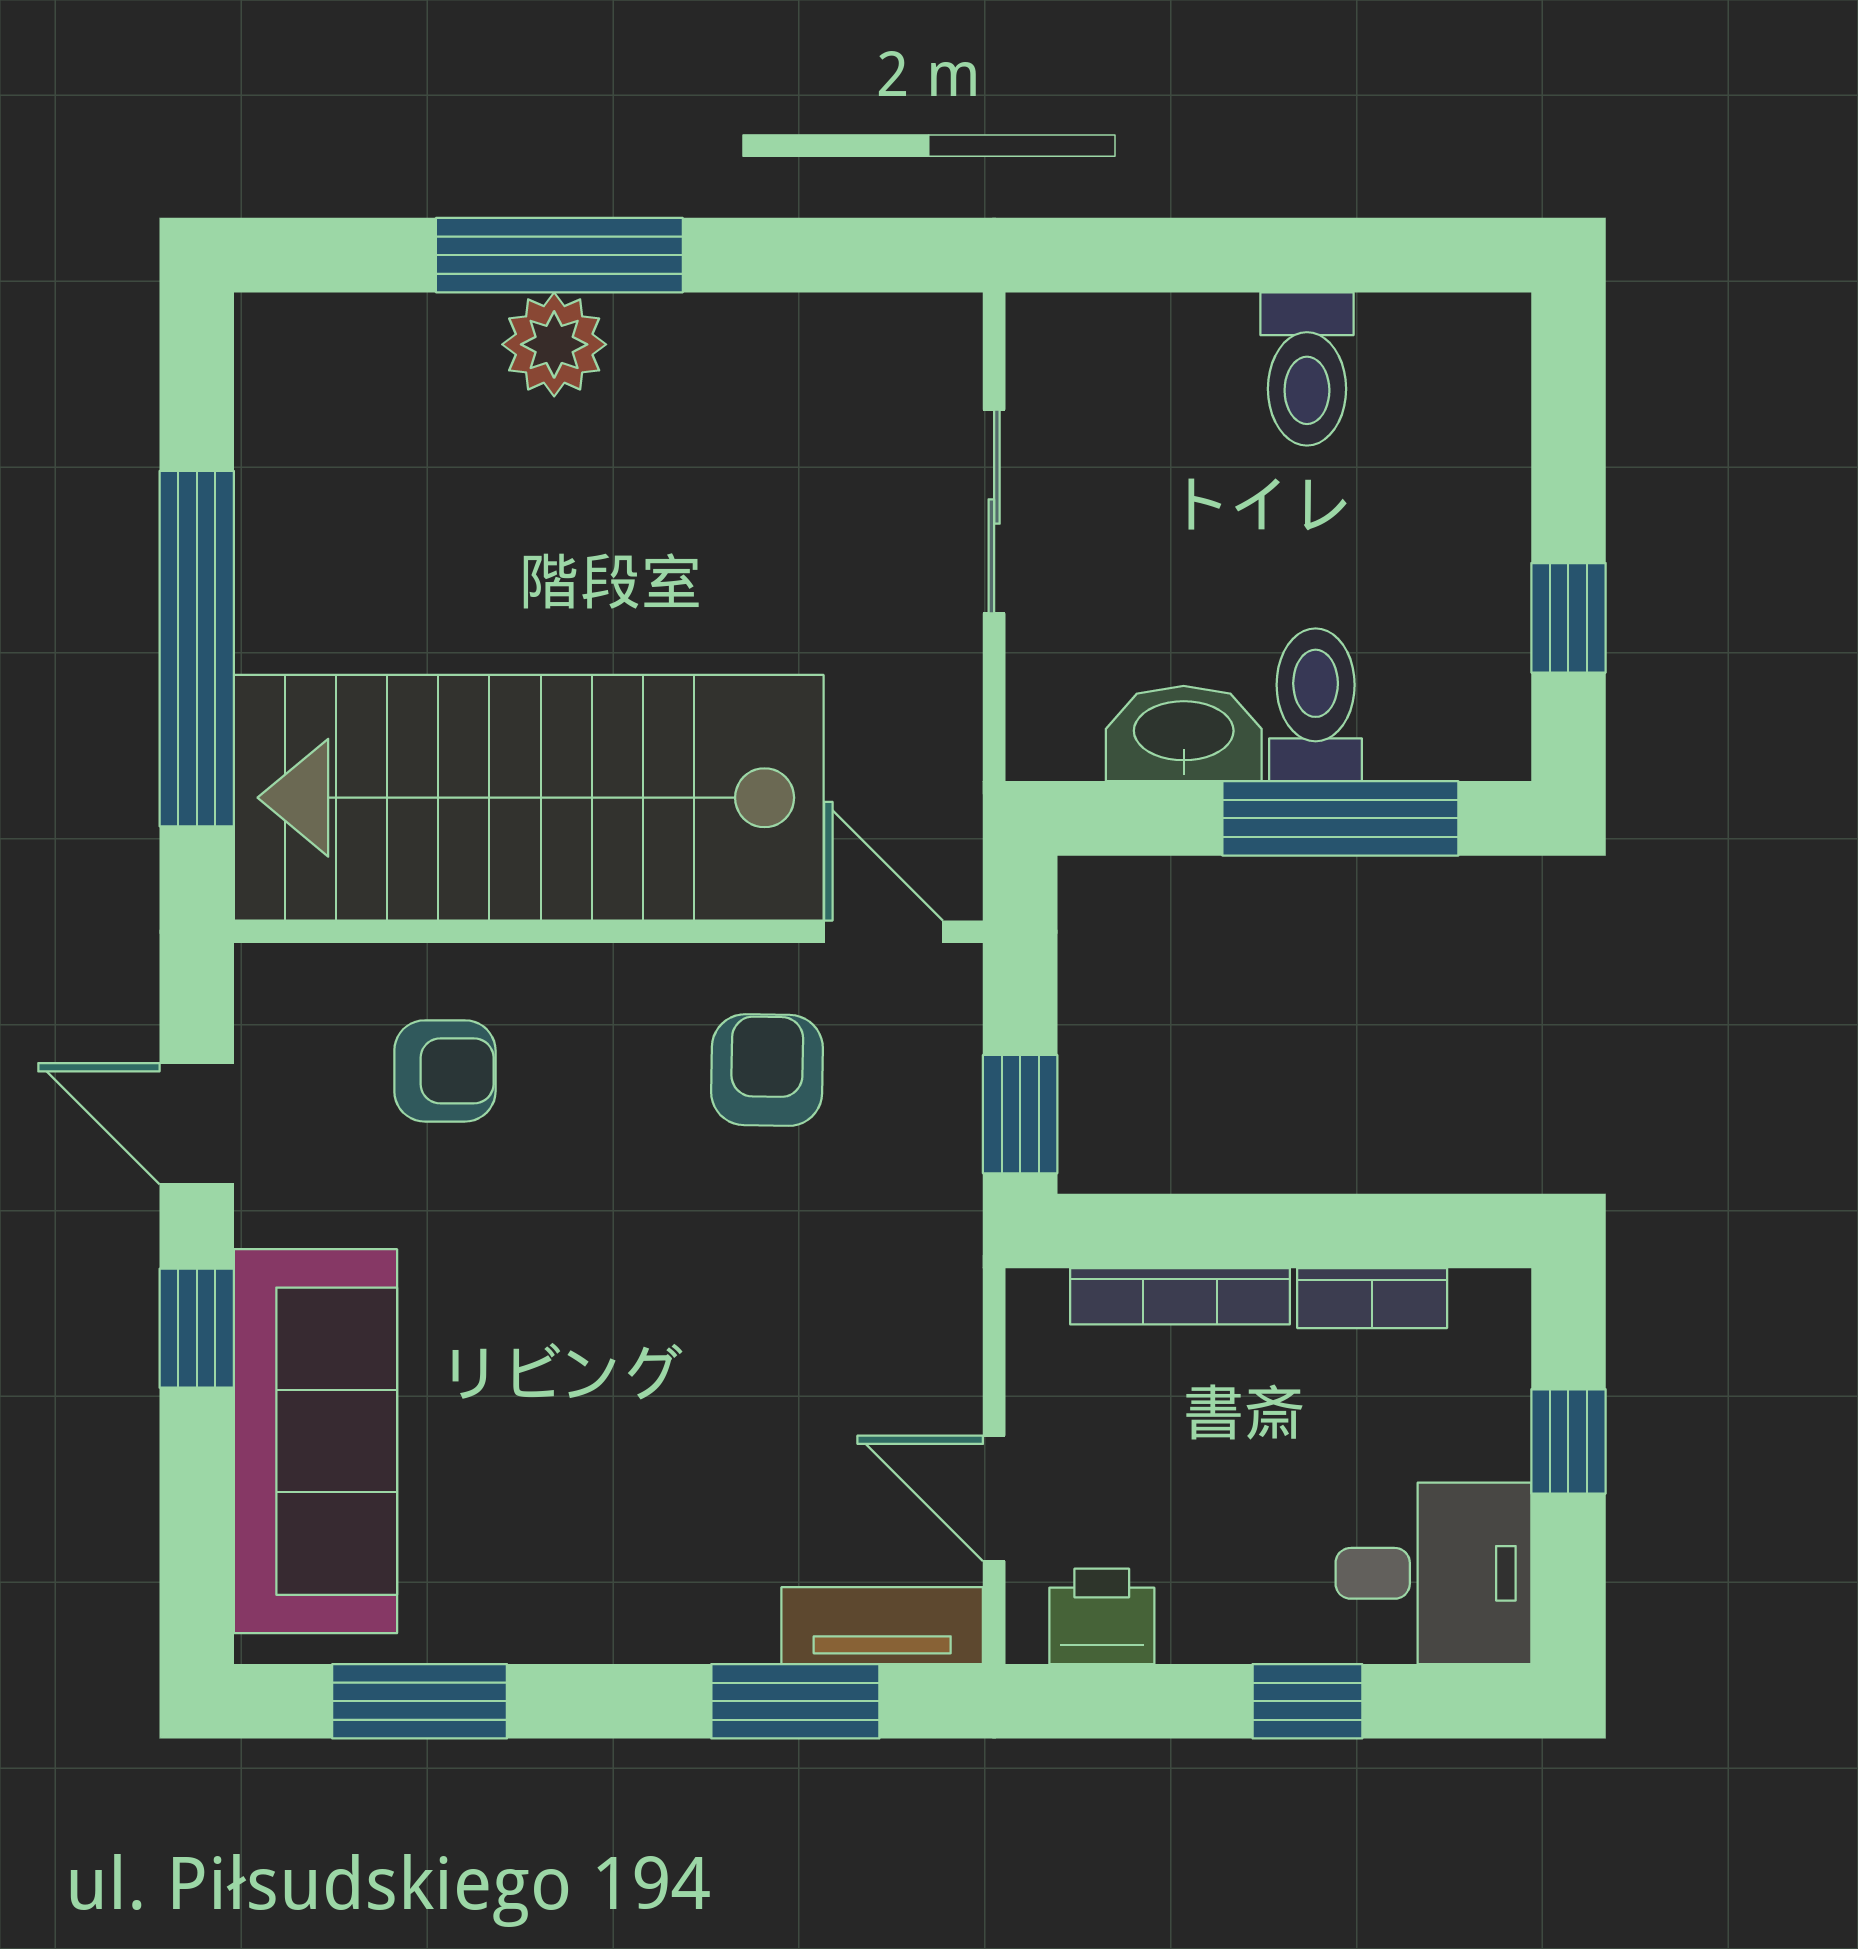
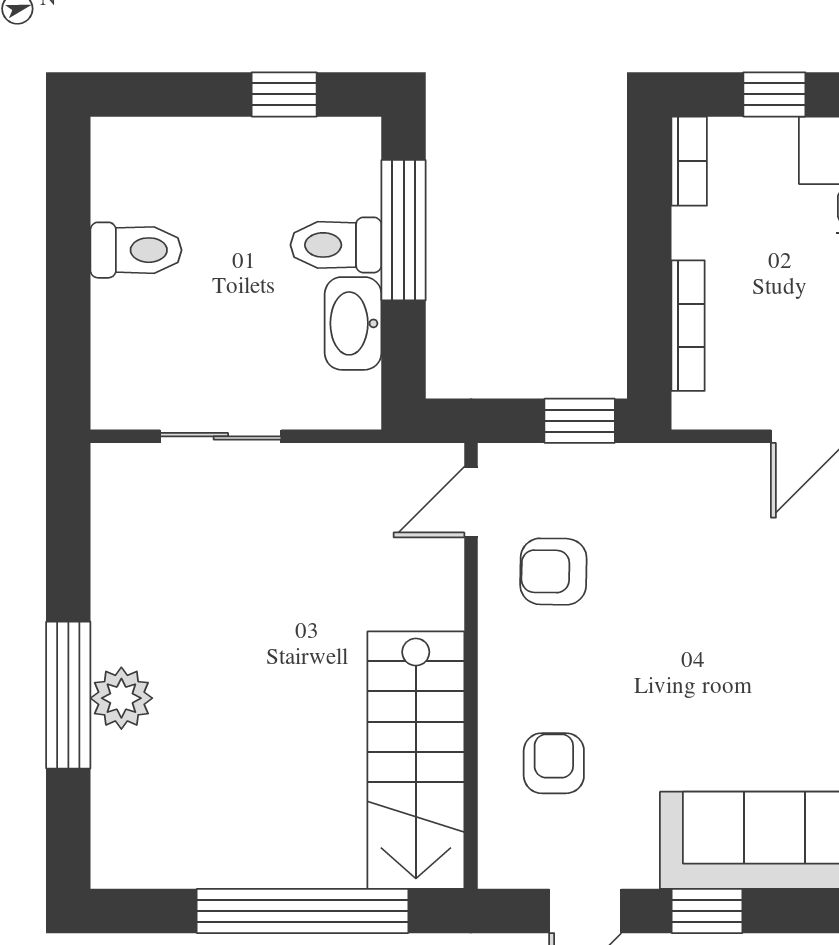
stairs: (529, 798) -> (416, 760), width x0.73, depth x0.66
bookcase: (1372, 1298) -> (689, 161), moved

